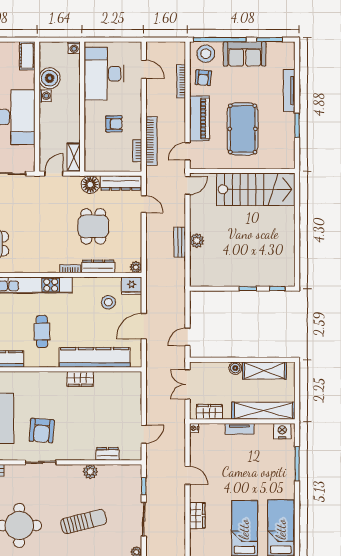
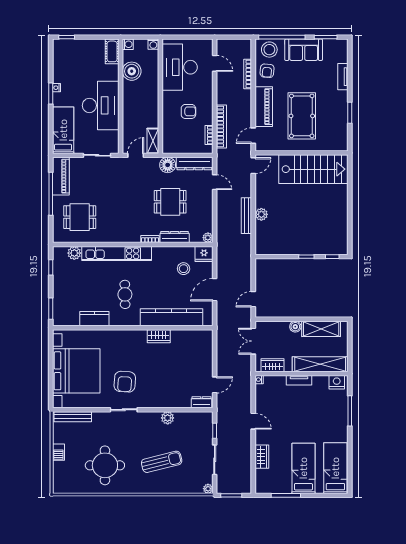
tv unit: (289, 91) -> (343, 77), width x0.71
washing machine: (45, 96) -> (128, 44), moved
dining table: (93, 226) -> (170, 202), turned 90
bench: (180, 242) -> (246, 216), width x1.36
dresser: (107, 454) -> (201, 402), moved

